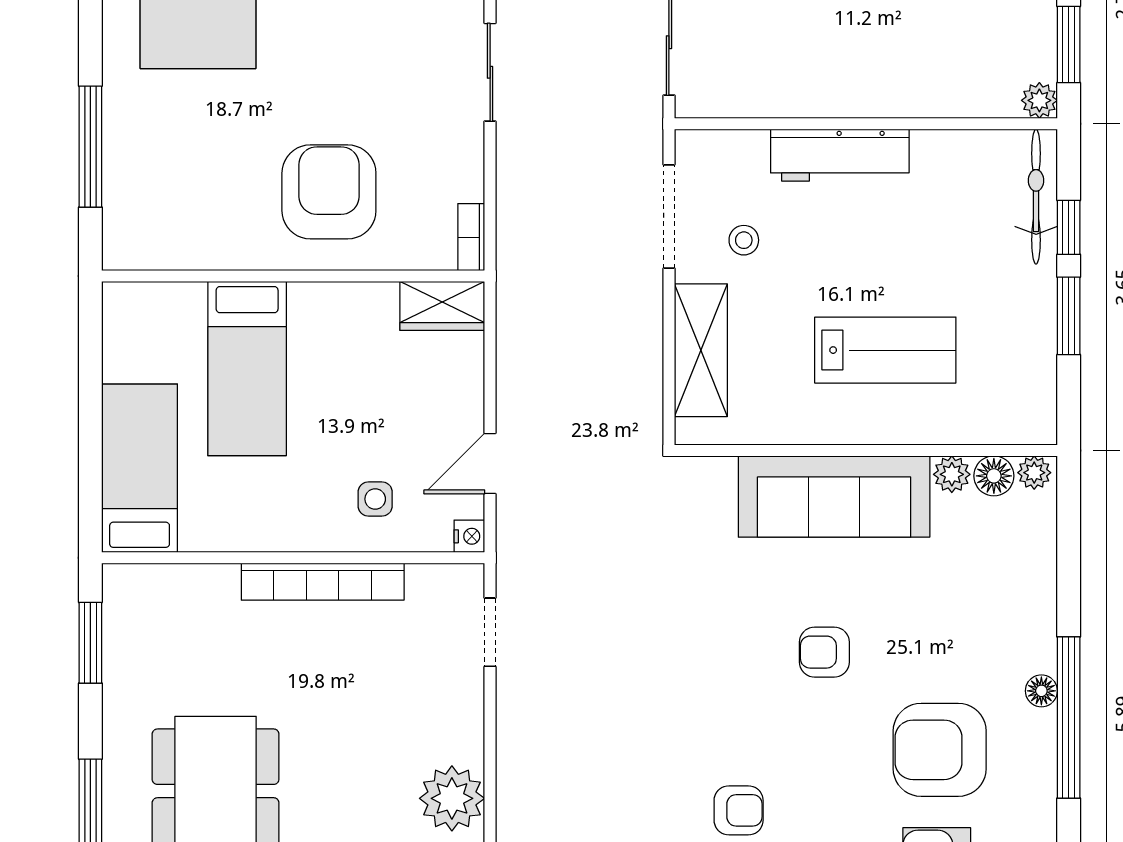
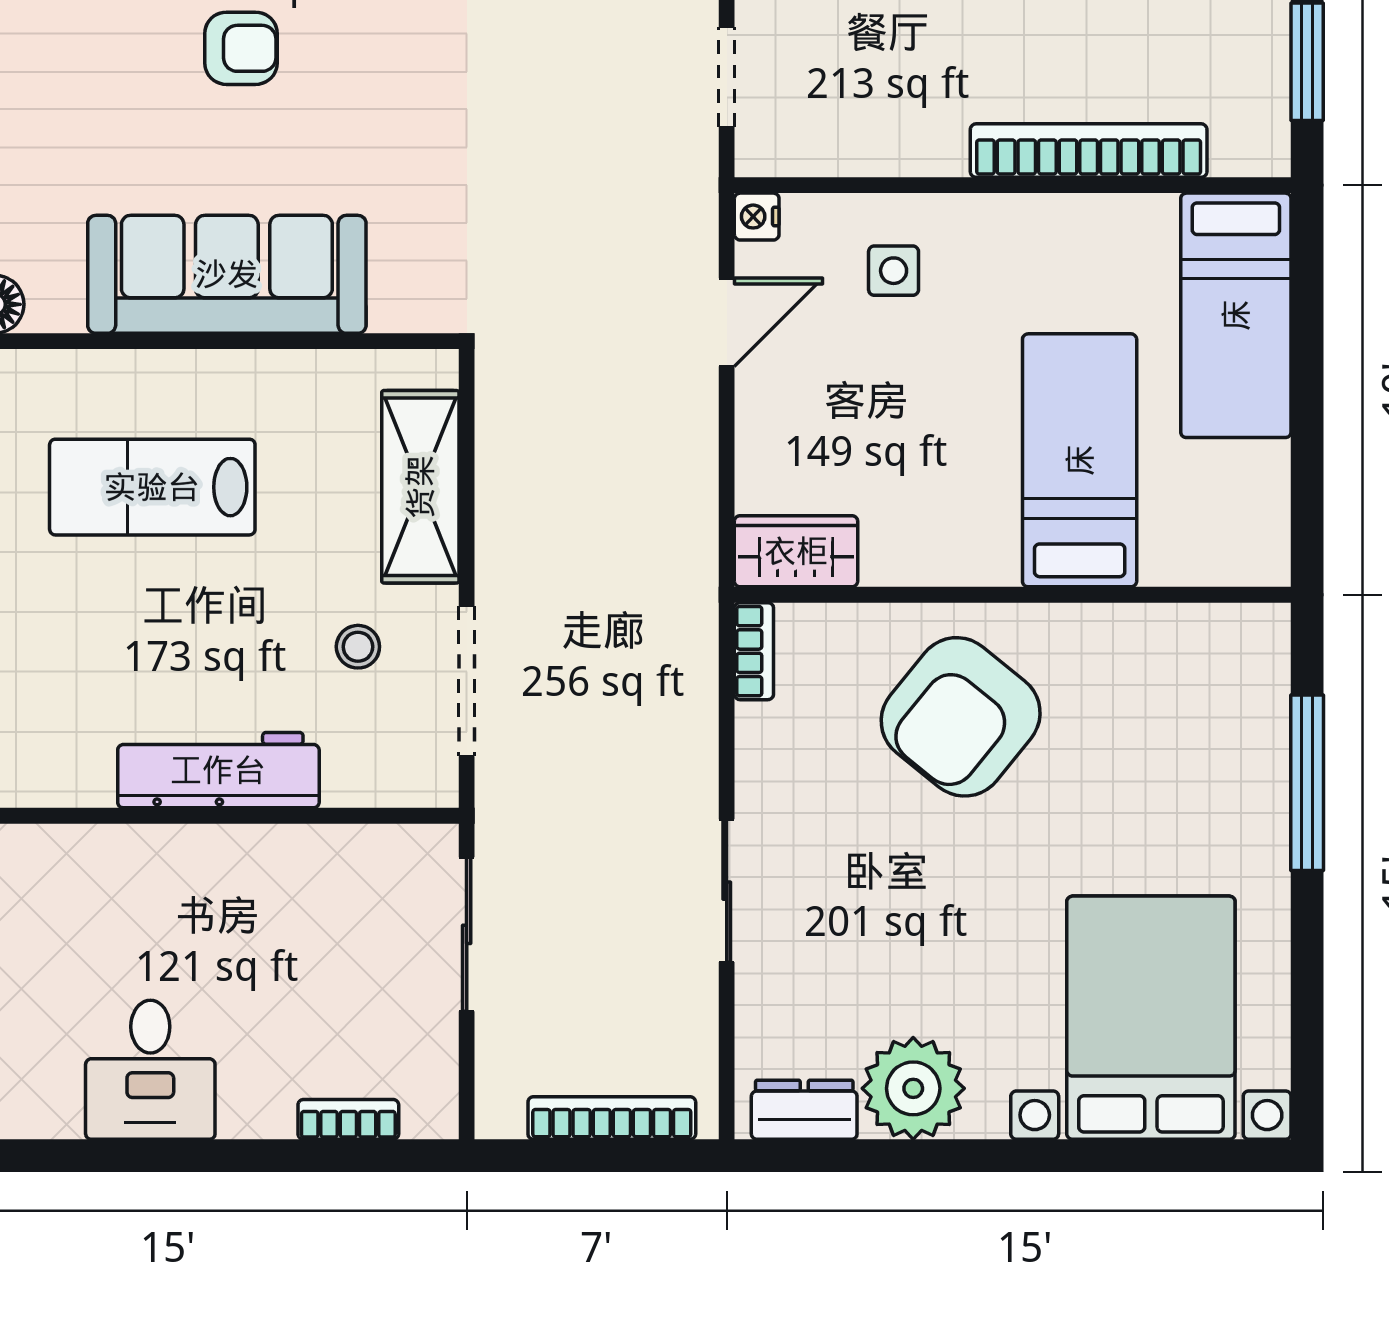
armchair: (329, 192) -> (961, 717), turned 39
plant: (952, 474) -> (56, 307), removed
bookcase: (323, 582) -> (1089, 151), moved

